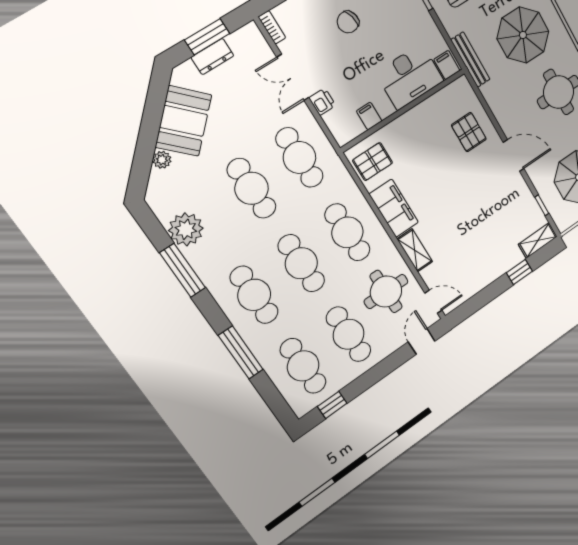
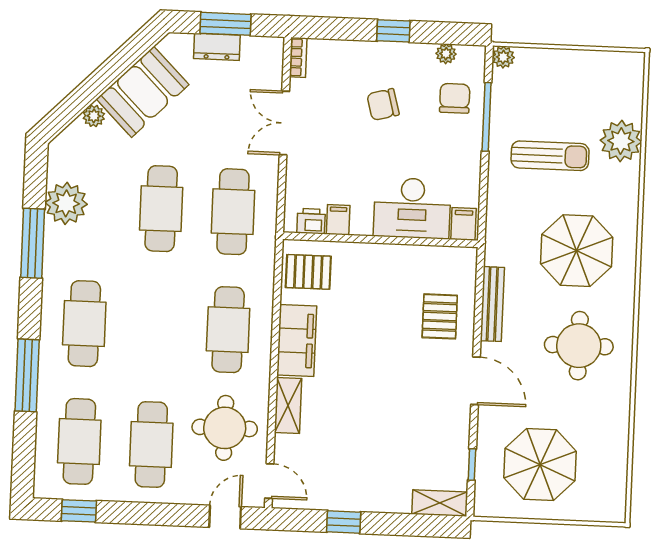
bench: (470, 60) -> (492, 304), moved
printer: (322, 102) -> (311, 221), moved, turned -90
cafe table: (301, 263) -> (156, 327), removed
window: (519, 272) -> (344, 522), moved

